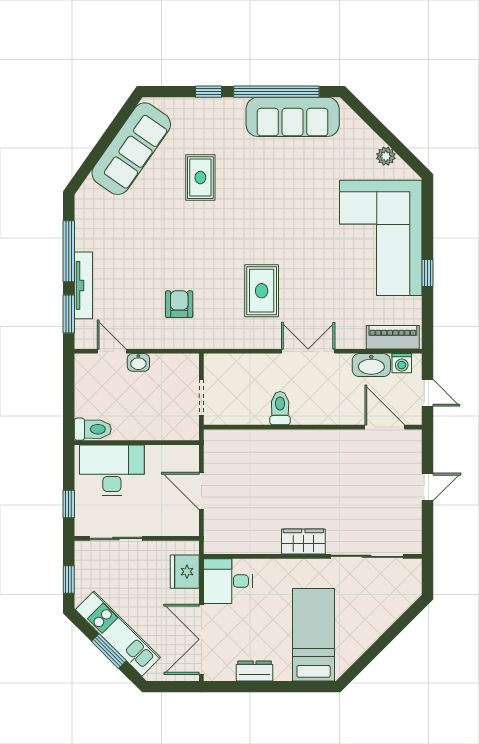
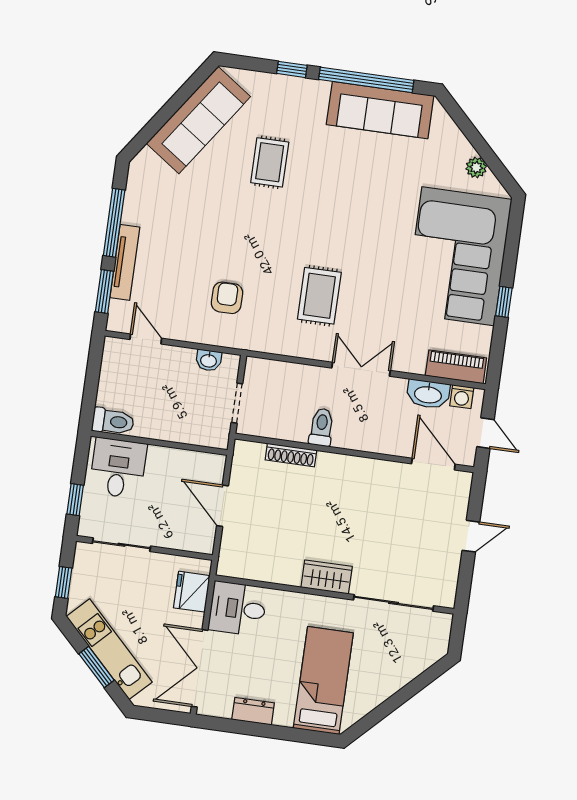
washbasin: (138, 362) -> (209, 360), moved
shoe rack: (256, 437) -> (291, 455), added
desk: (112, 470) -> (118, 468), width x0.73

